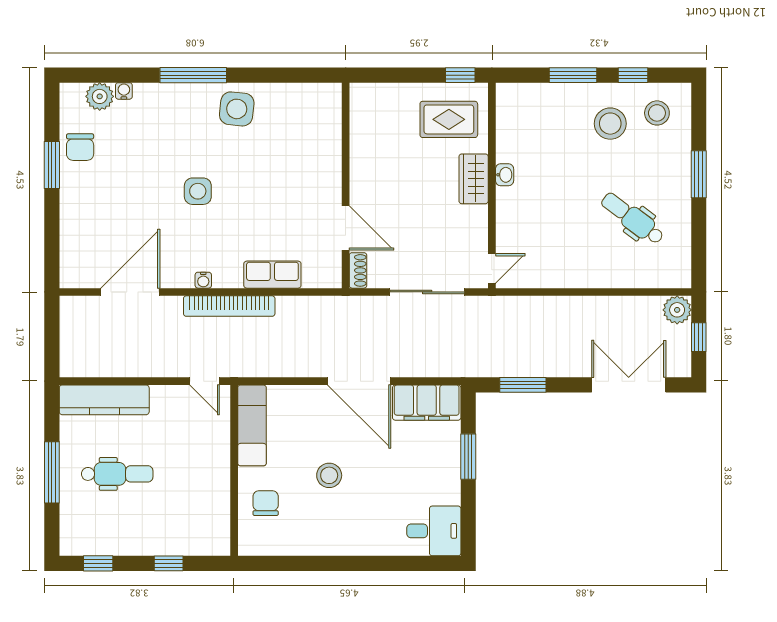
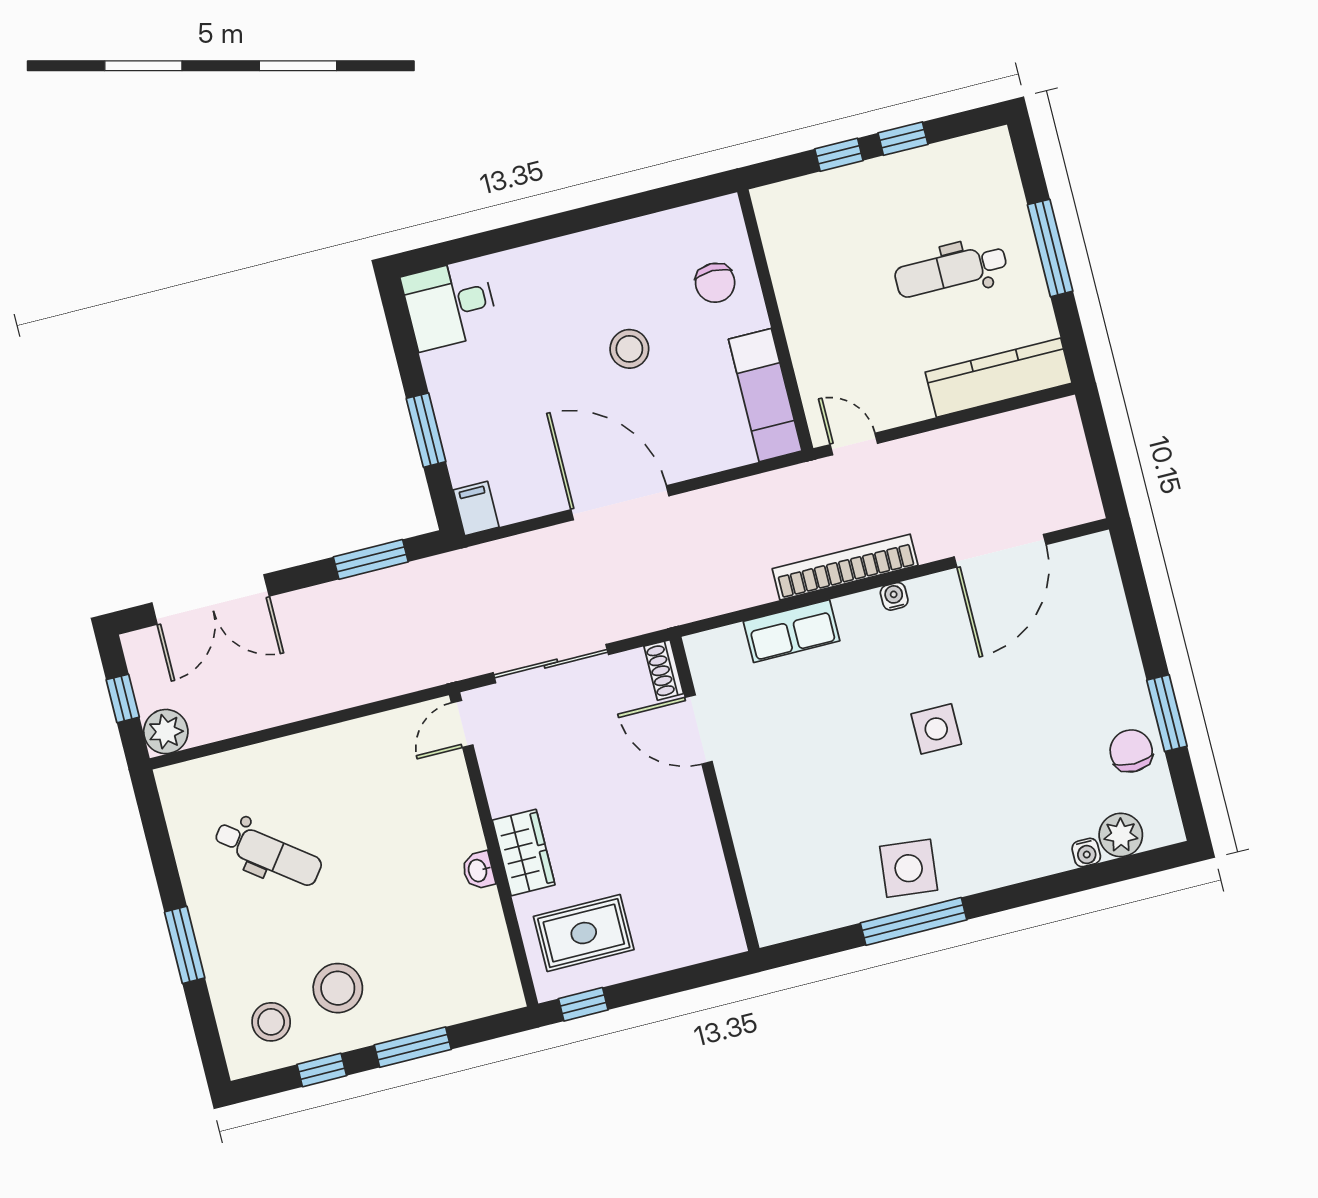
window: (193, 75) -> (914, 921), moved
filing cabinet: (427, 403) -> (476, 508), width x0.33, depth x0.86
window: (98, 563) -> (903, 139), moved

